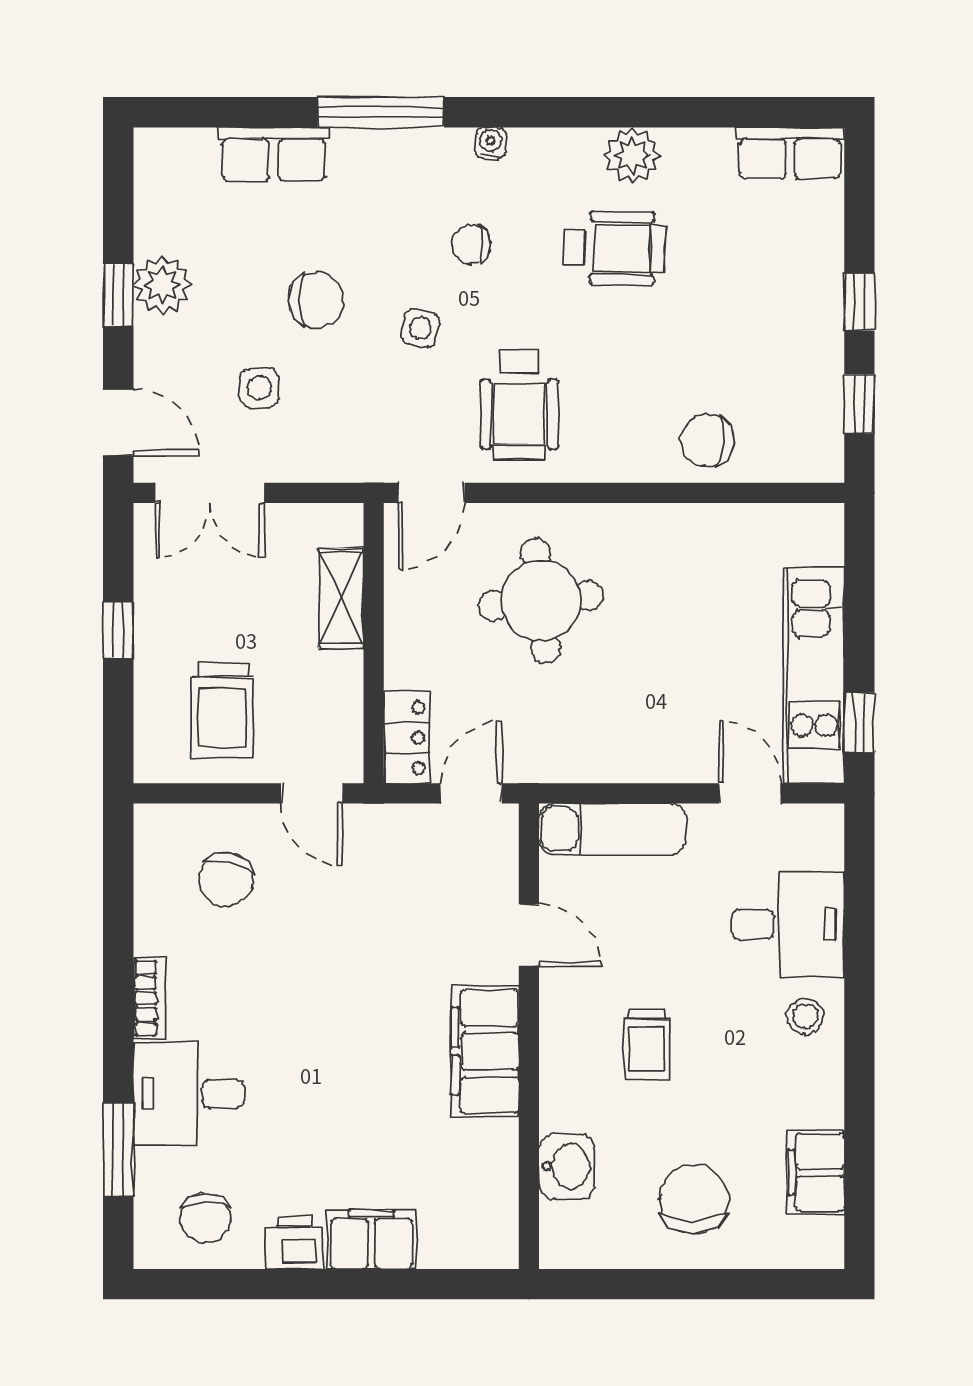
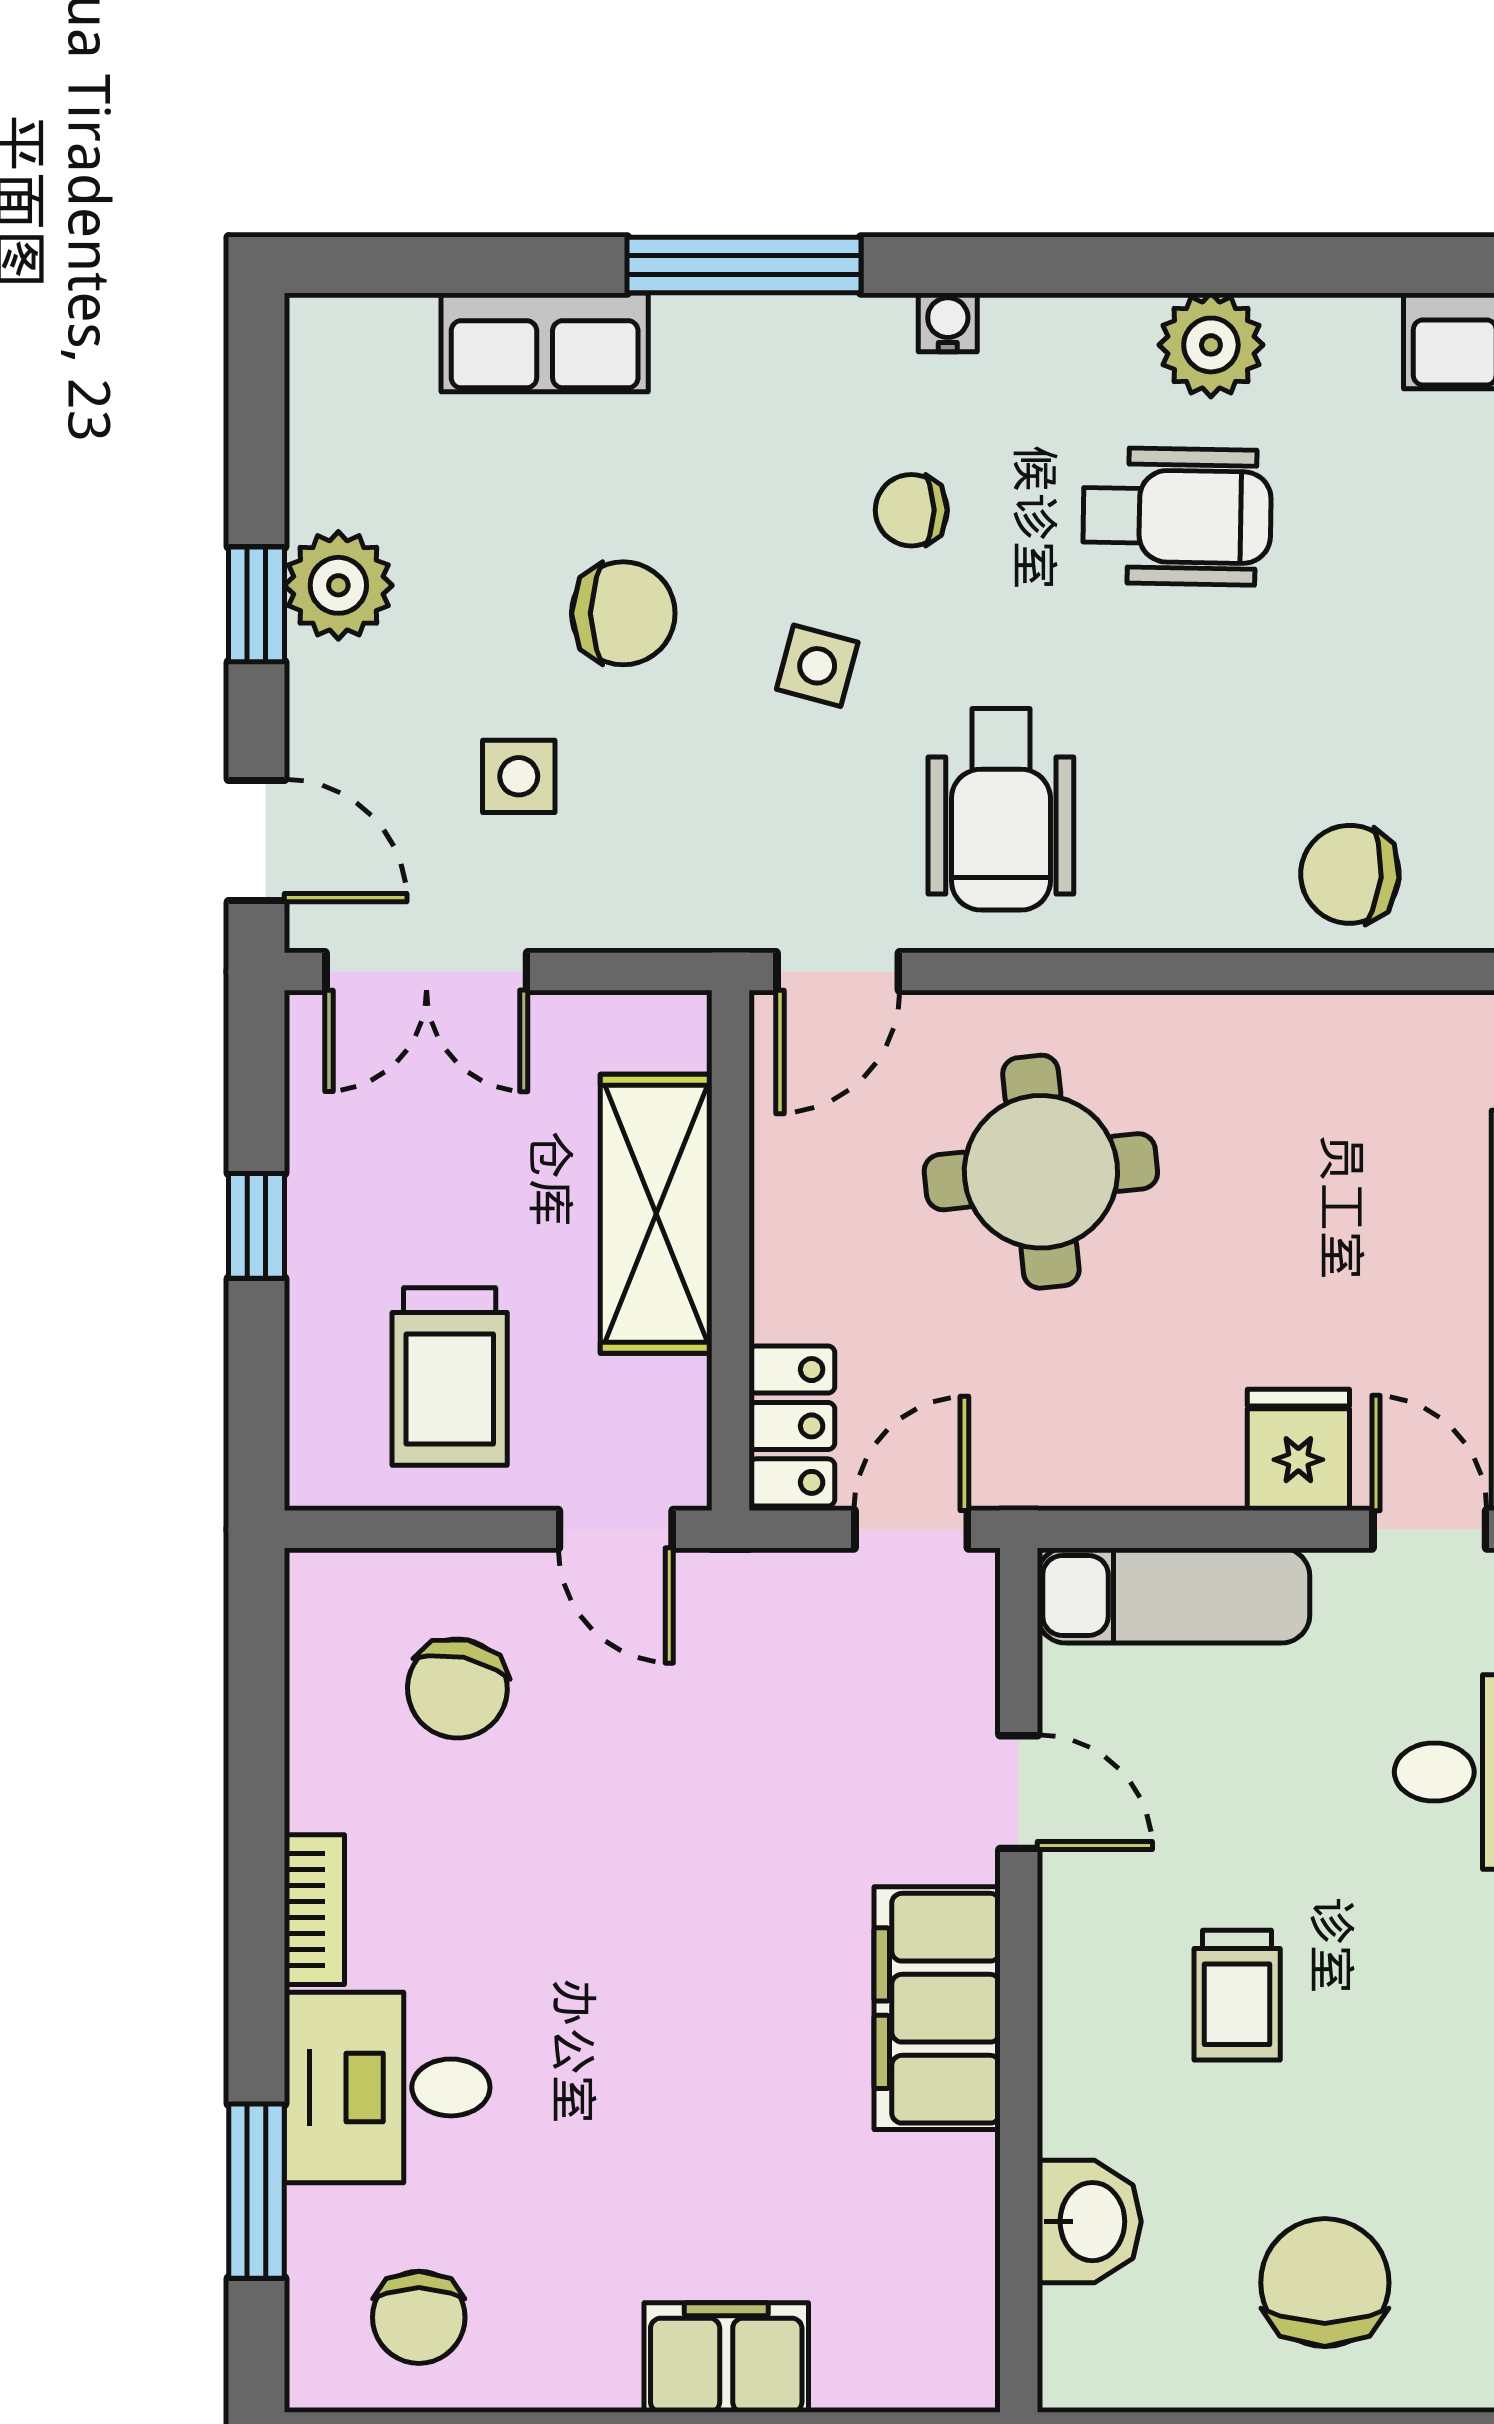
shelving: (341, 598) -> (656, 1214), width x1.50, depth x1.33
fridge: (680, 751) -> (1298, 1450), added
printer: (294, 1243) -> (583, 2364), removed

